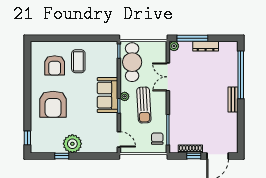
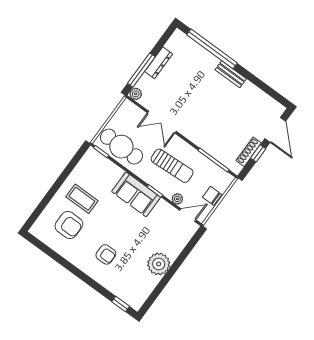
plant: (125, 96) -> (177, 199), moved
armchair: (53, 104) -> (106, 254), width x0.53, depth x0.53
chair: (157, 139) -> (212, 196), moved
window: (62, 156) -> (163, 283), removed

